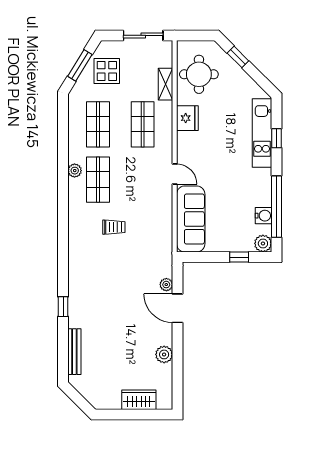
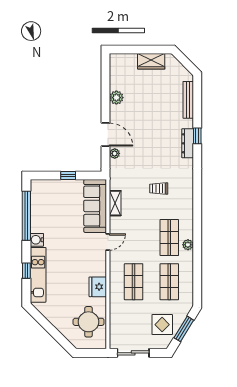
window: (238, 57) -> (57, 336), removed
shelving: (166, 84) -> (115, 203), moved
door: (175, 174) -> (108, 242), swing flipped
water cooler: (264, 216) -> (37, 240), moved
trolley: (114, 227) -> (159, 188), moved
plant: (263, 243) -> (37, 186), removed
window: (239, 257) -> (68, 175), moved
dresser: (75, 297) -> (188, 143), added
wardrobe: (139, 400) -> (151, 61), moved

